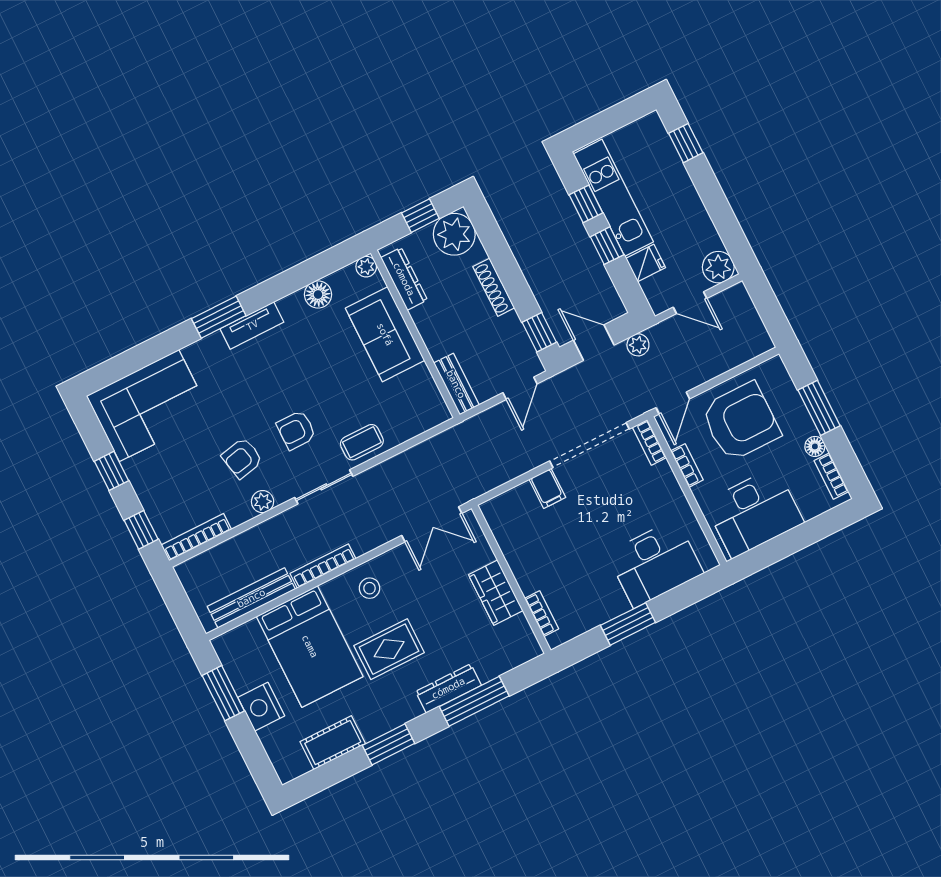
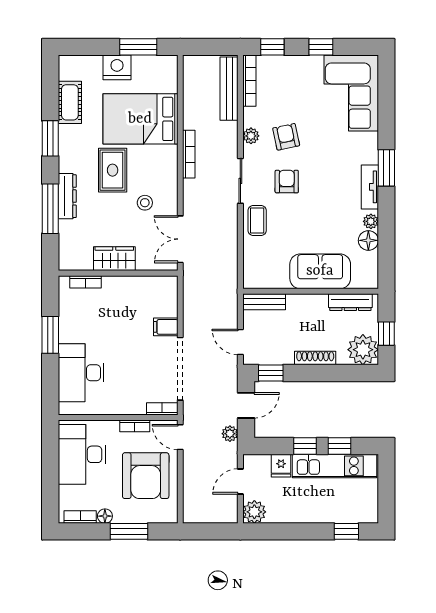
plant: (366, 267) -> (371, 221), moved
stool: (370, 588) -> (145, 203), moved
bench: (251, 598) -> (229, 89), moved

